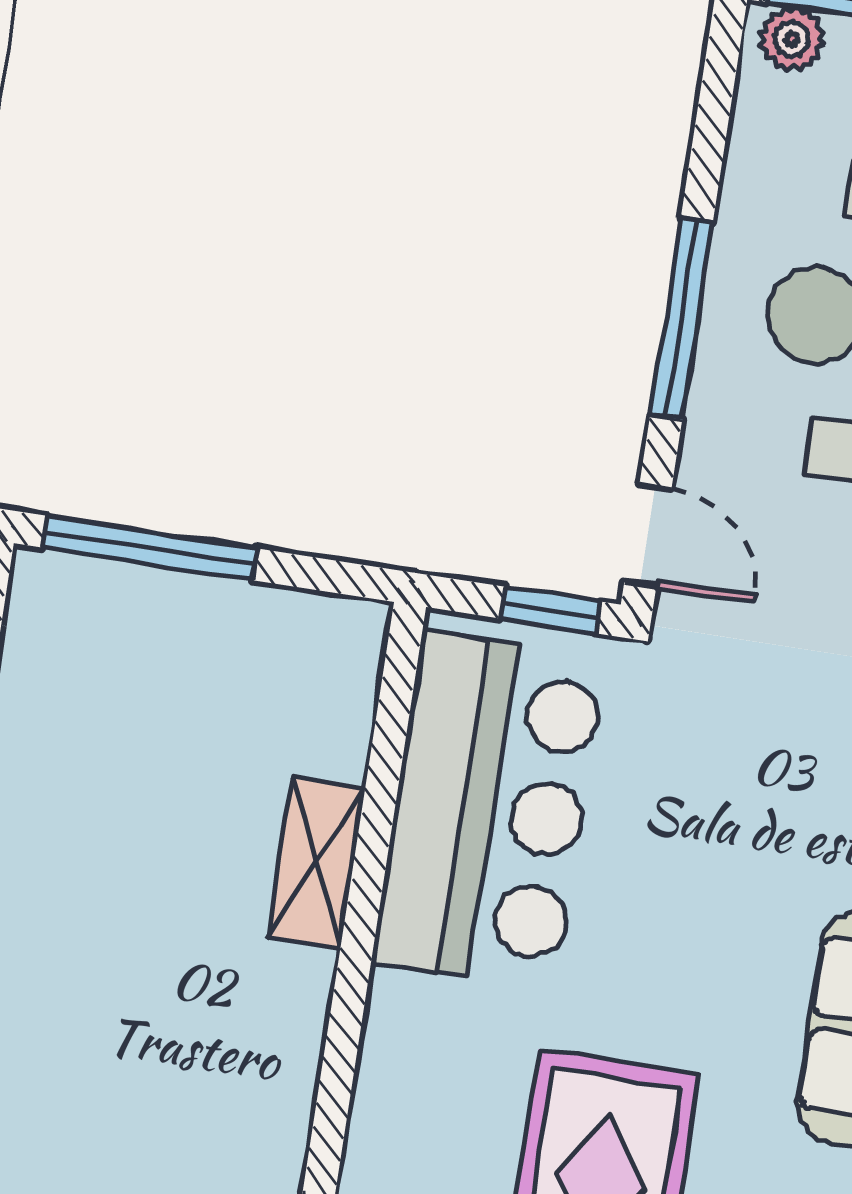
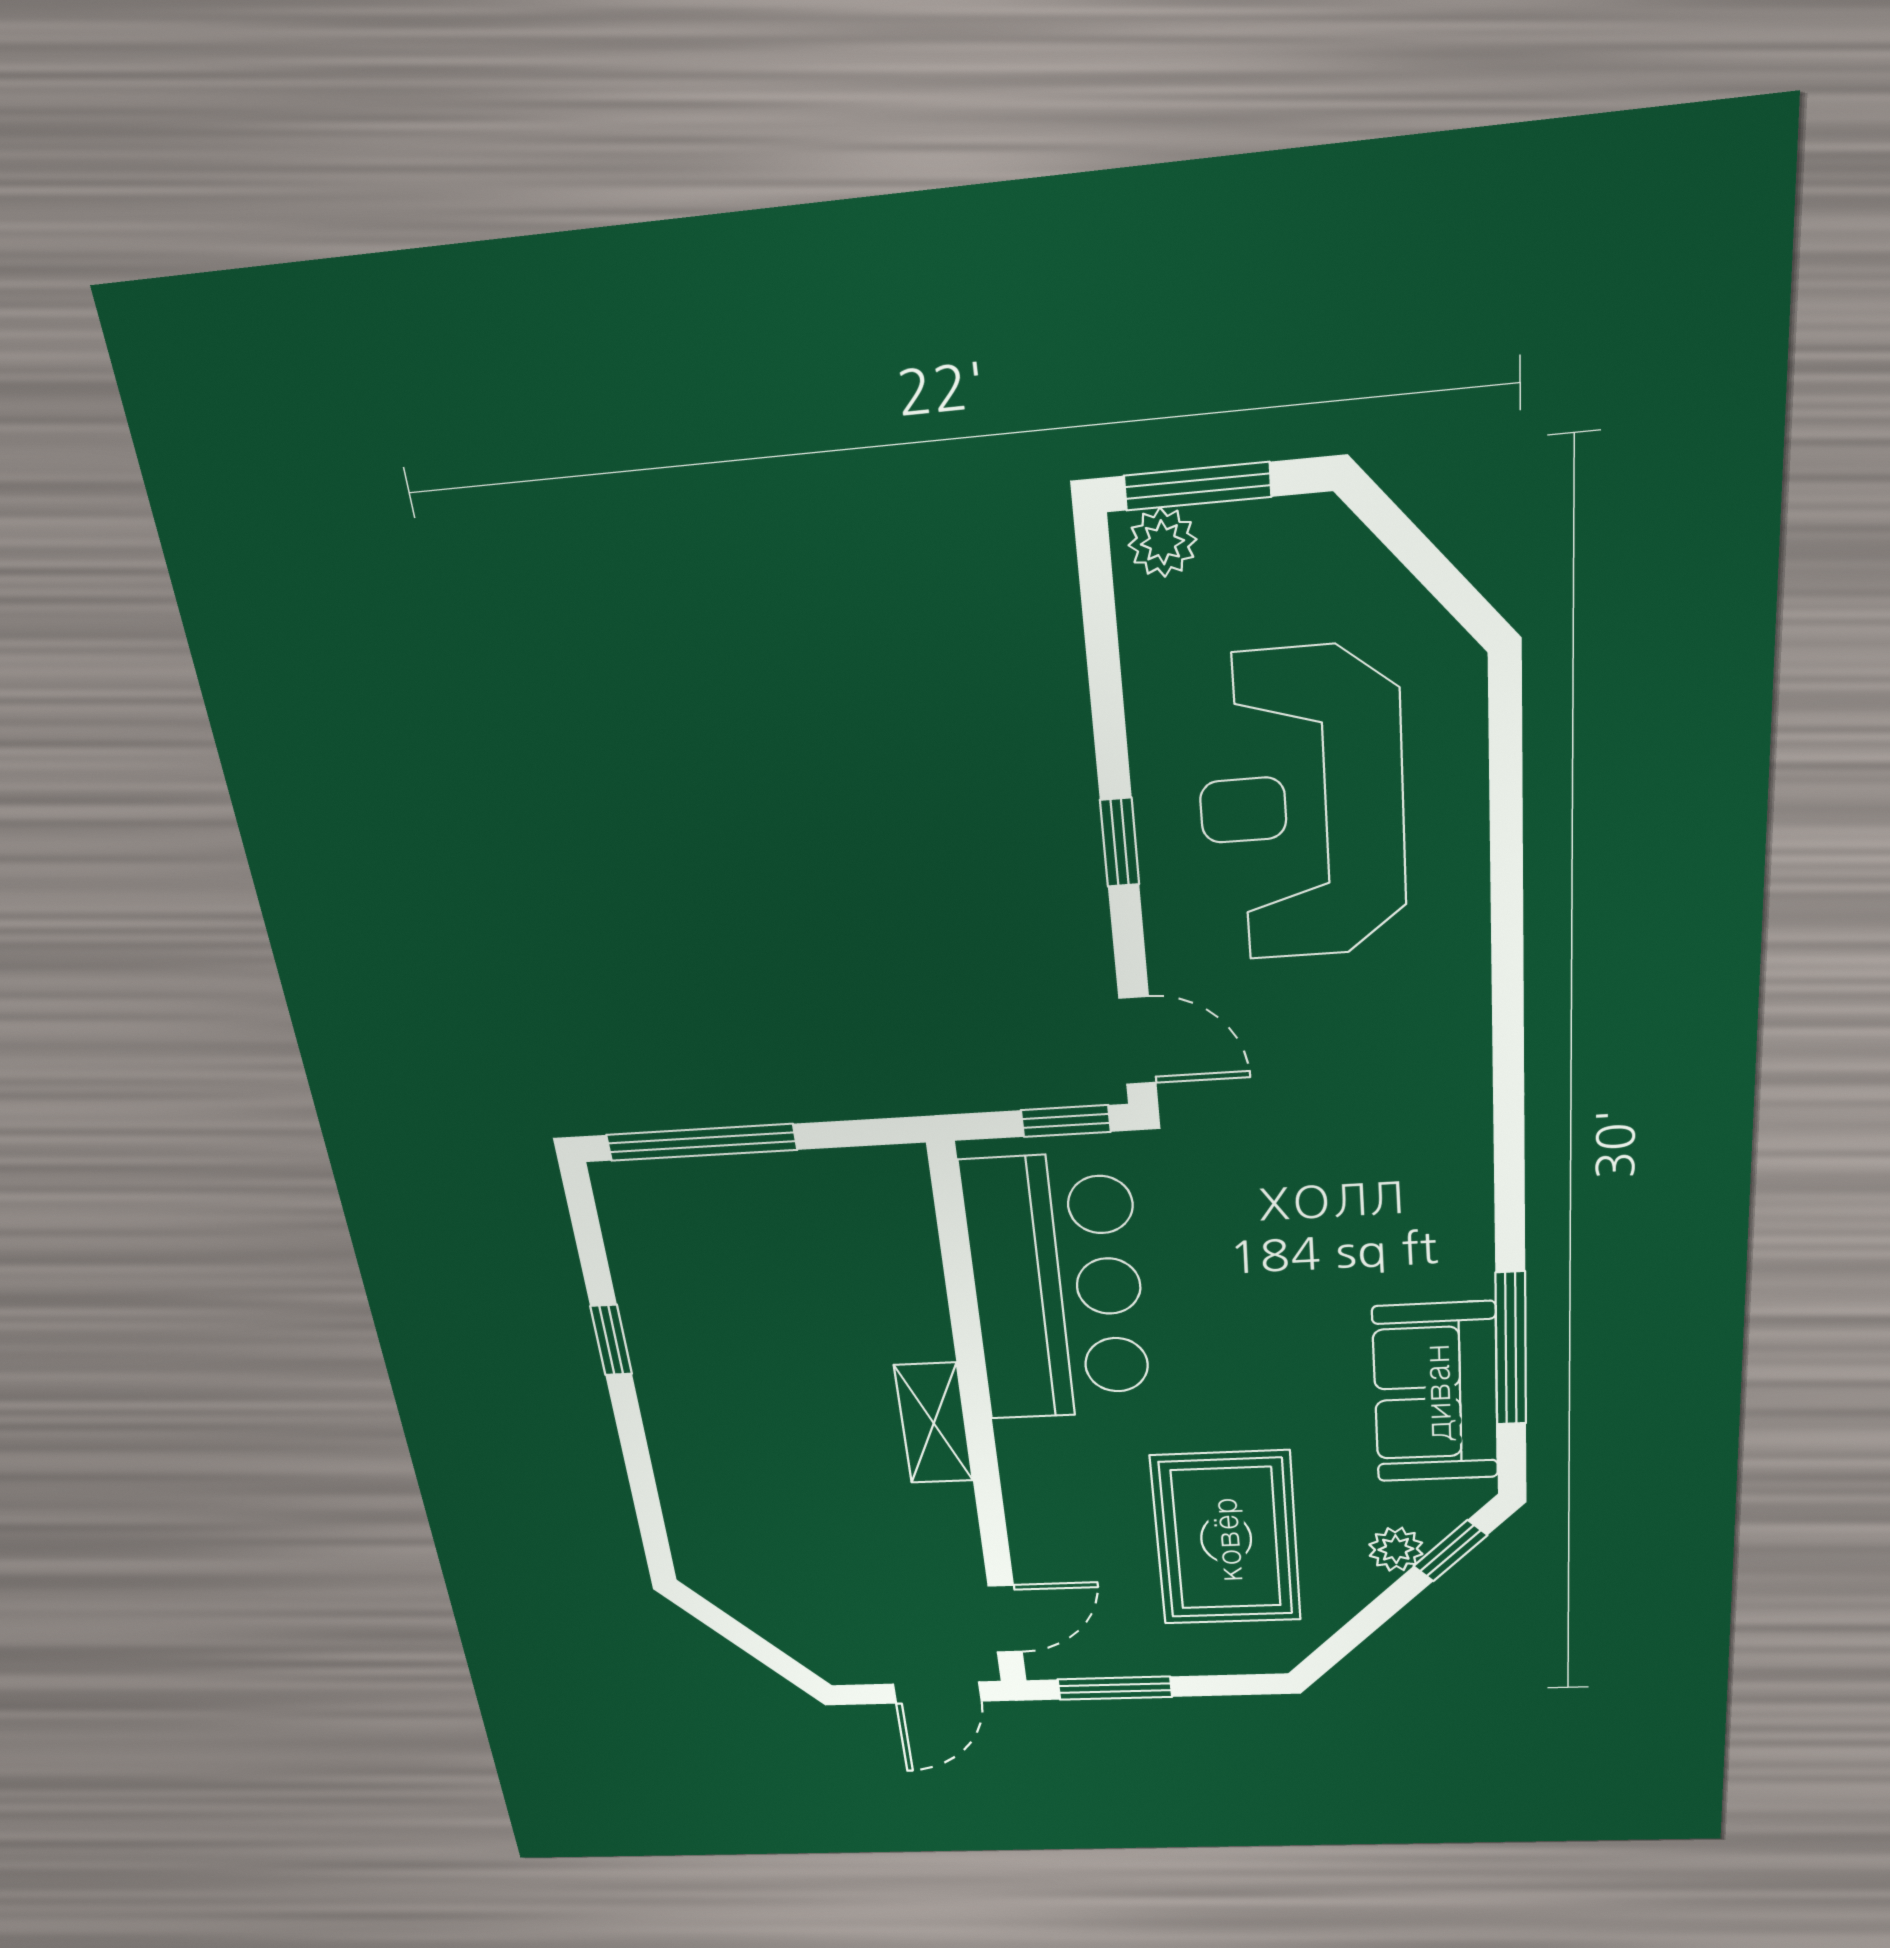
window: (681, 319) -> (1120, 842), width x0.46
shelving: (316, 863) -> (934, 1423), moved

